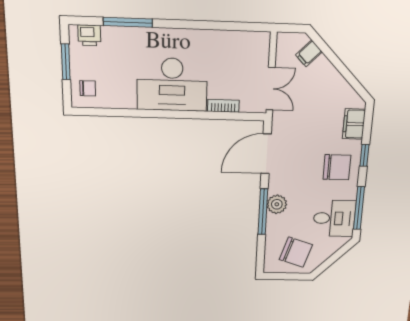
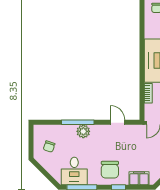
door: (266, 154) -> (118, 122), width x0.53
chair: (296, 252) -> (49, 147), width x0.54, depth x0.54

